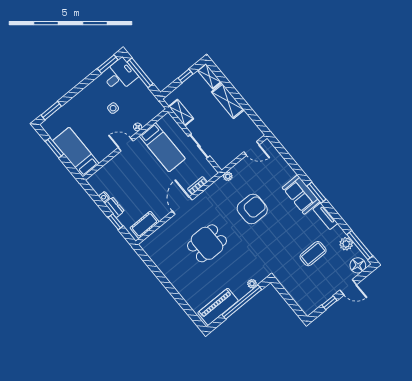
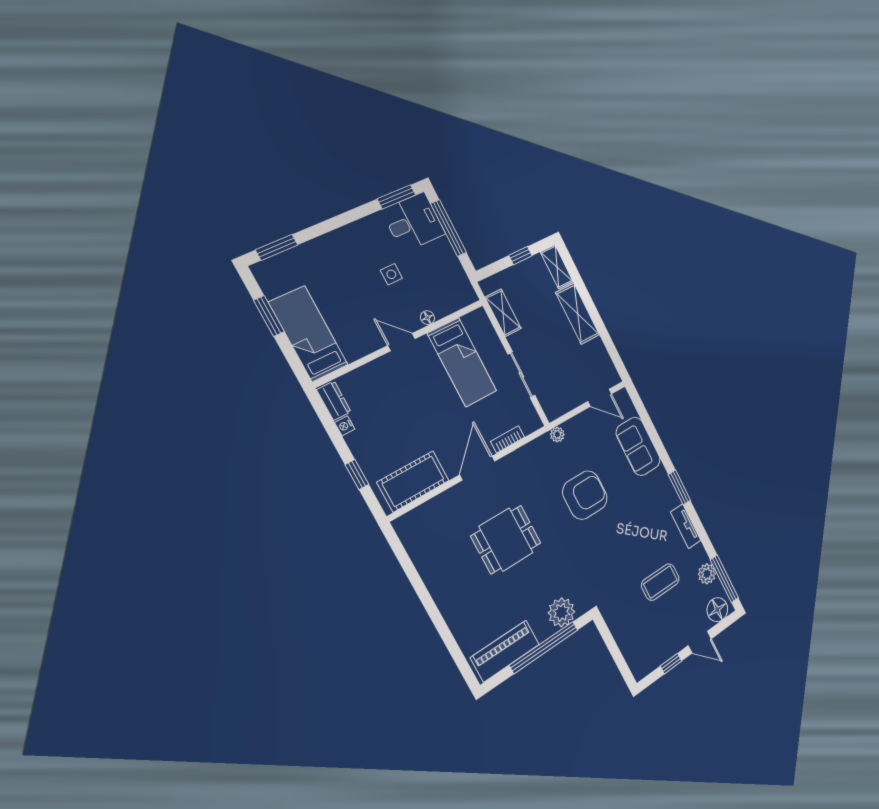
sofa: (301, 195) -> (638, 446), moved
dresser: (114, 207) -> (334, 401), moved
cot: (145, 225) -> (413, 481), width x1.37, depth x1.34
plant: (252, 284) -> (561, 612), width x1.88, depth x1.88

